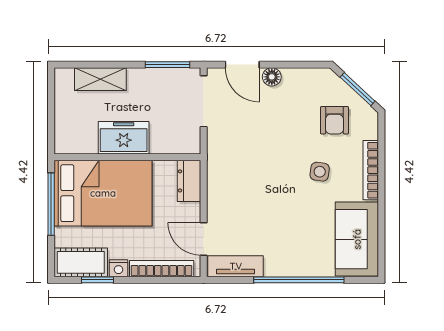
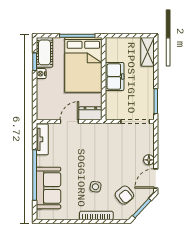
door: (242, 65) -> (156, 178), moved
shelving: (100, 79) -> (148, 52), moved
armchair: (334, 120) -> (124, 195), turned -130
door: (204, 239) -> (69, 122), moved
sofa: (357, 239) -> (48, 188), moved, turned 90
bookcase: (162, 269) -> (41, 98), removed

